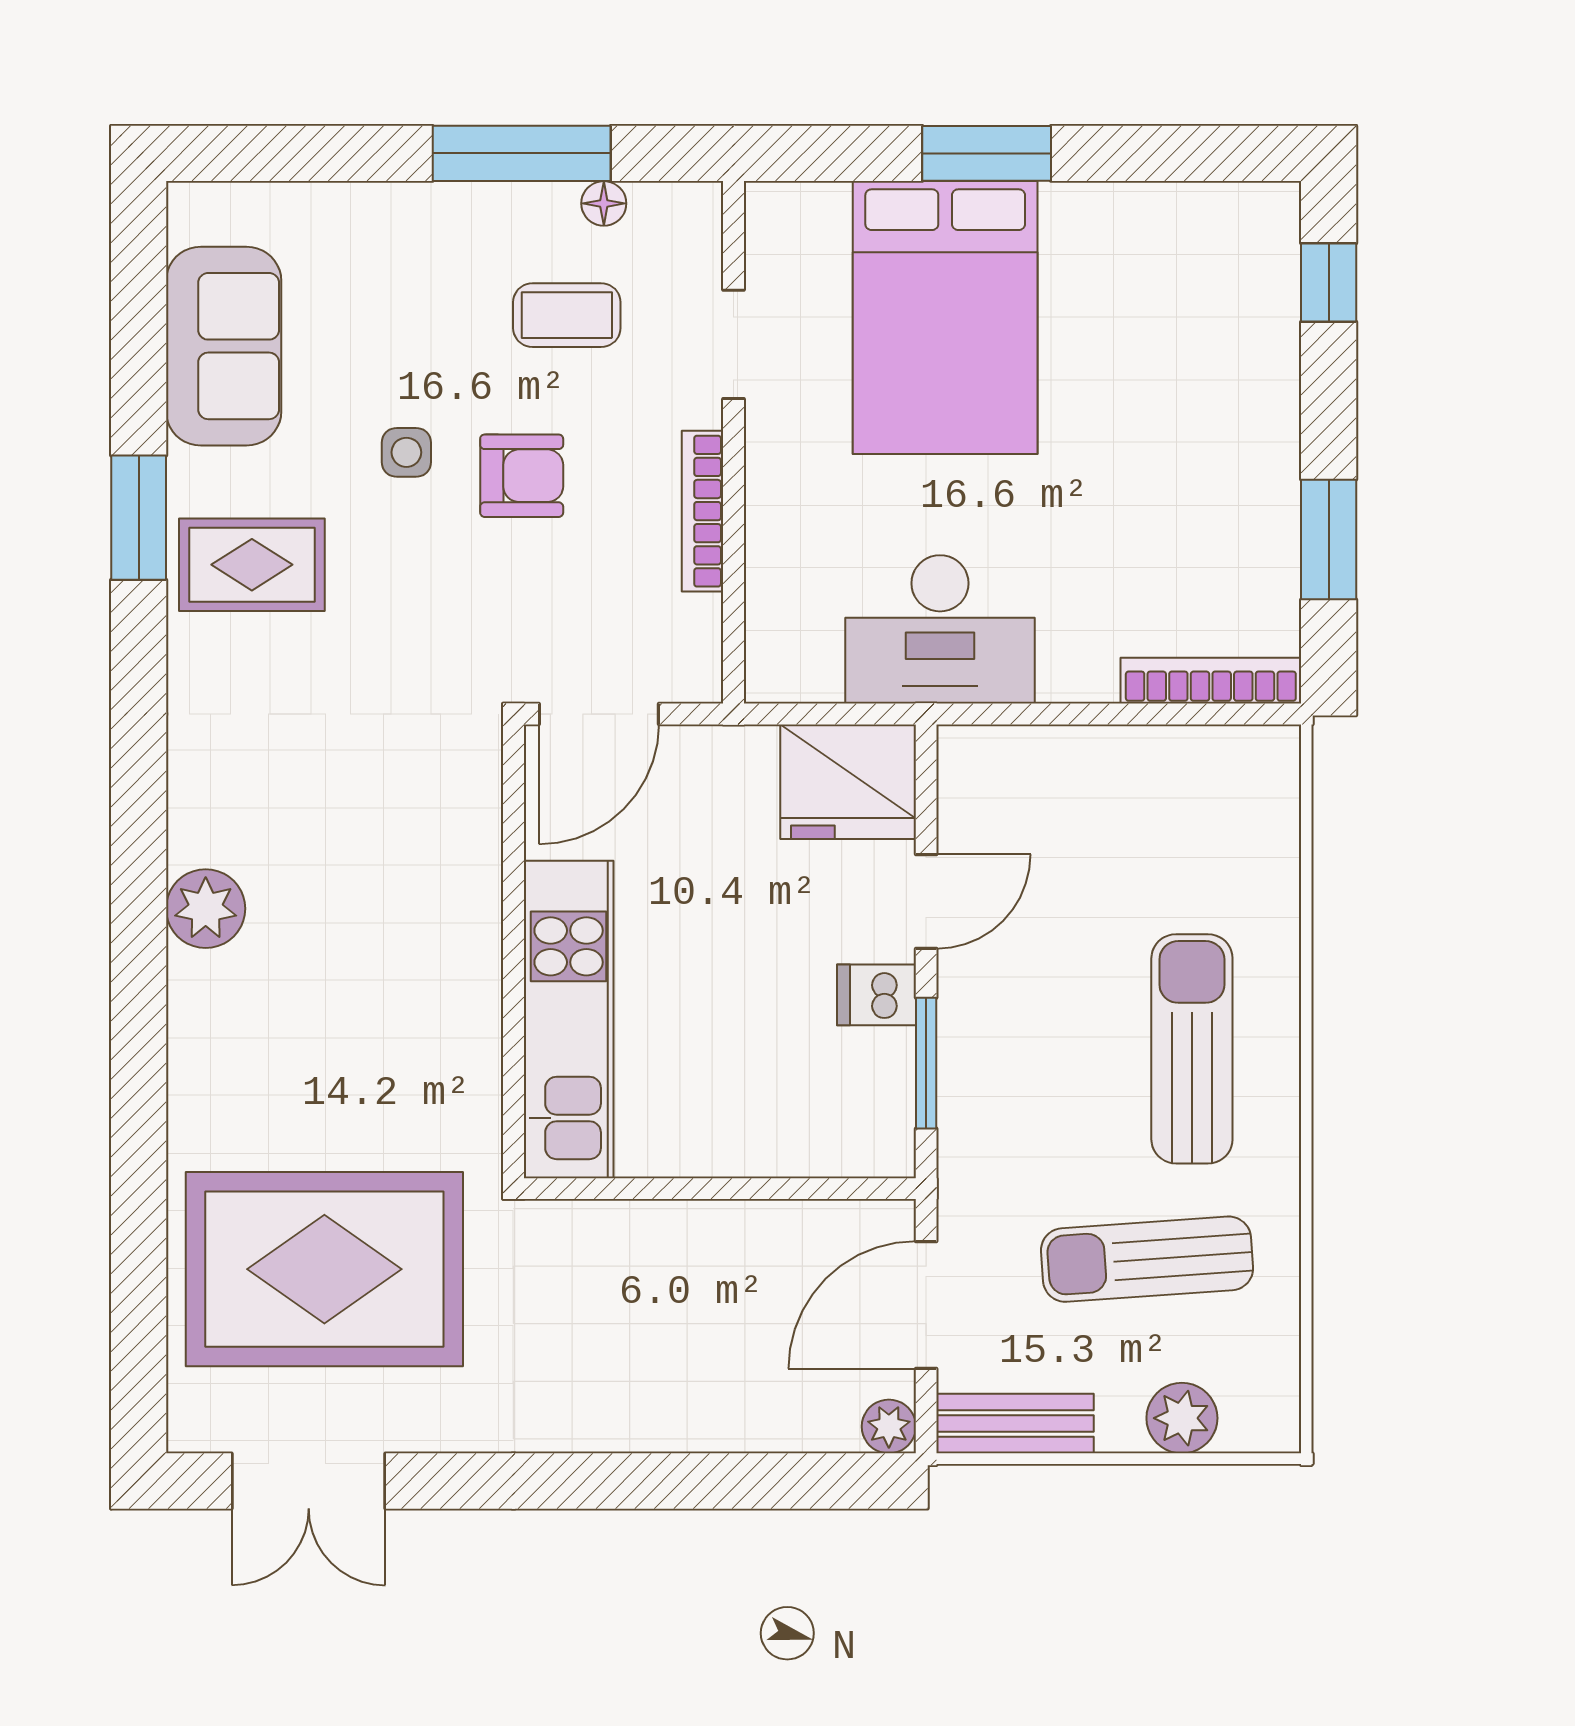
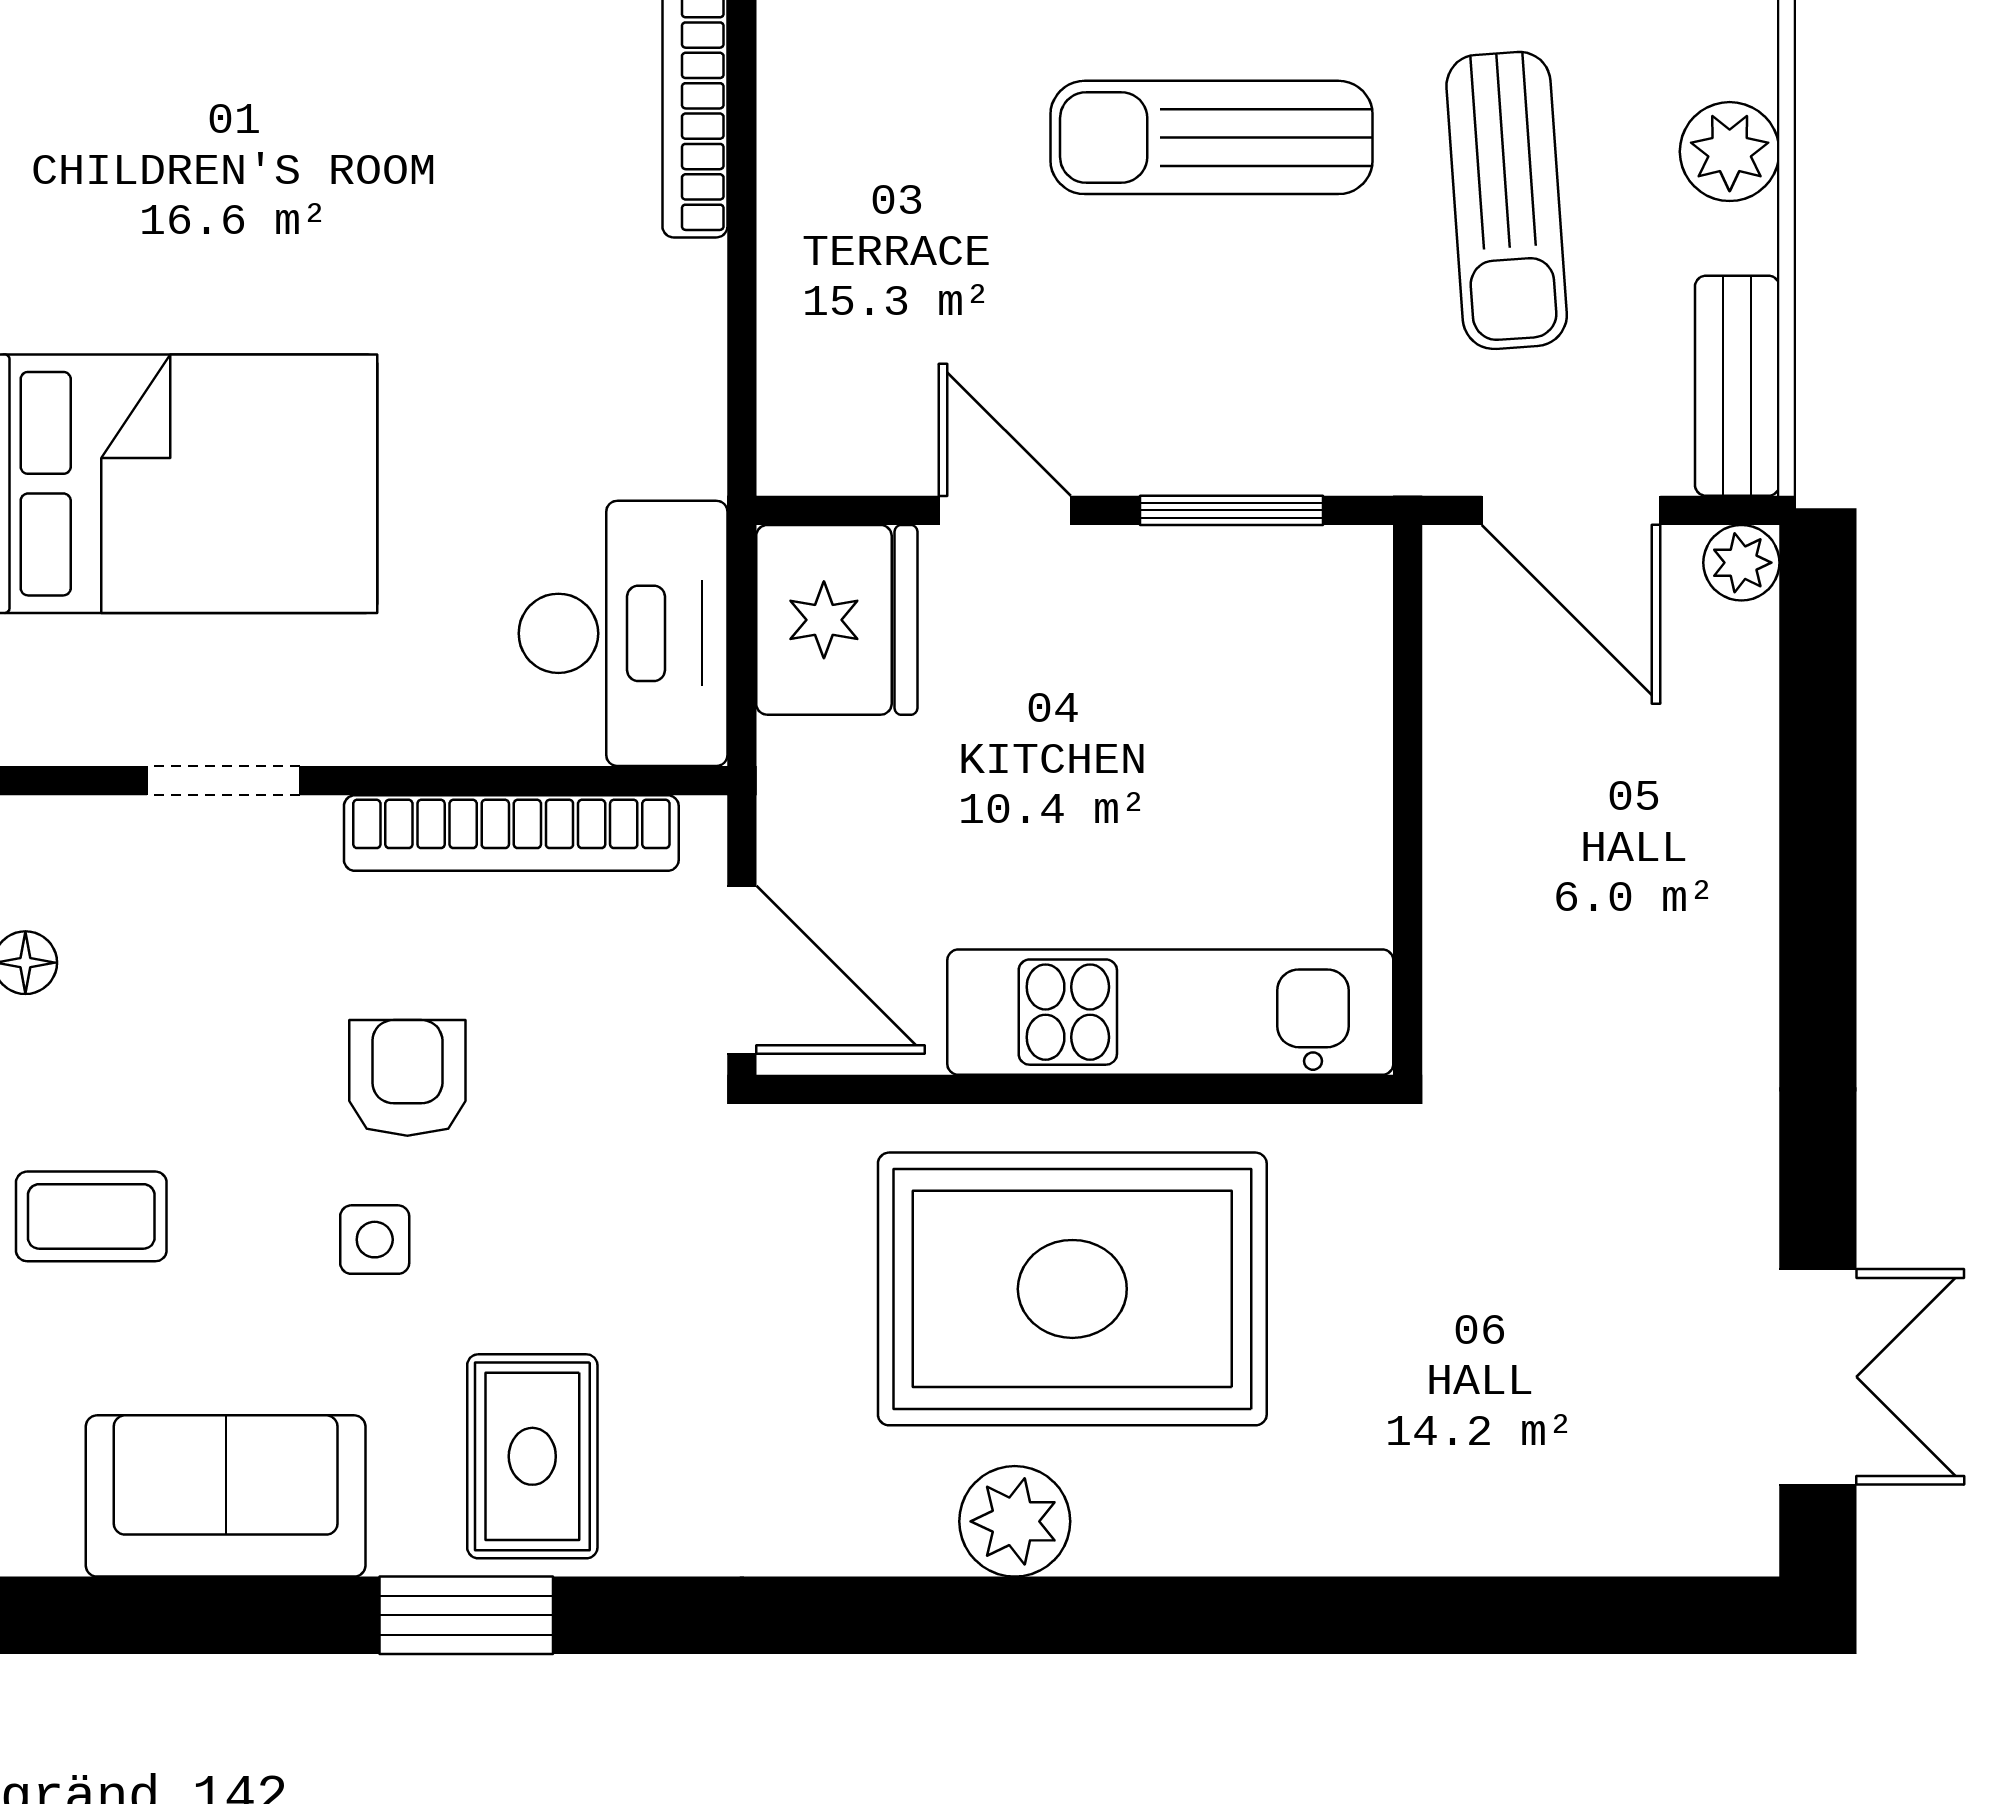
coffee table: (567, 315) -> (91, 1216), moved, turned 90
bookcase: (703, 511) -> (511, 833), width x1.48, depth x1.31
desk: (940, 629) -> (623, 633), moved
dishwasher: (877, 995) -> (1136, 580), removed
rug: (324, 1269) -> (1072, 1289), moved, turned 90

